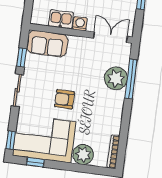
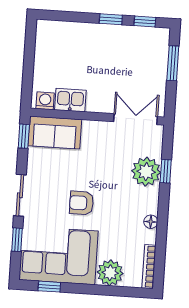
washing machine: (80, 24) -> (45, 101), moved
window: (22, 57) -> (24, 136), moved
window: (131, 79) -> (166, 171), width x0.46
floor lamp: (117, 117) -> (151, 222), added
window: (11, 140) -> (17, 240), moved

